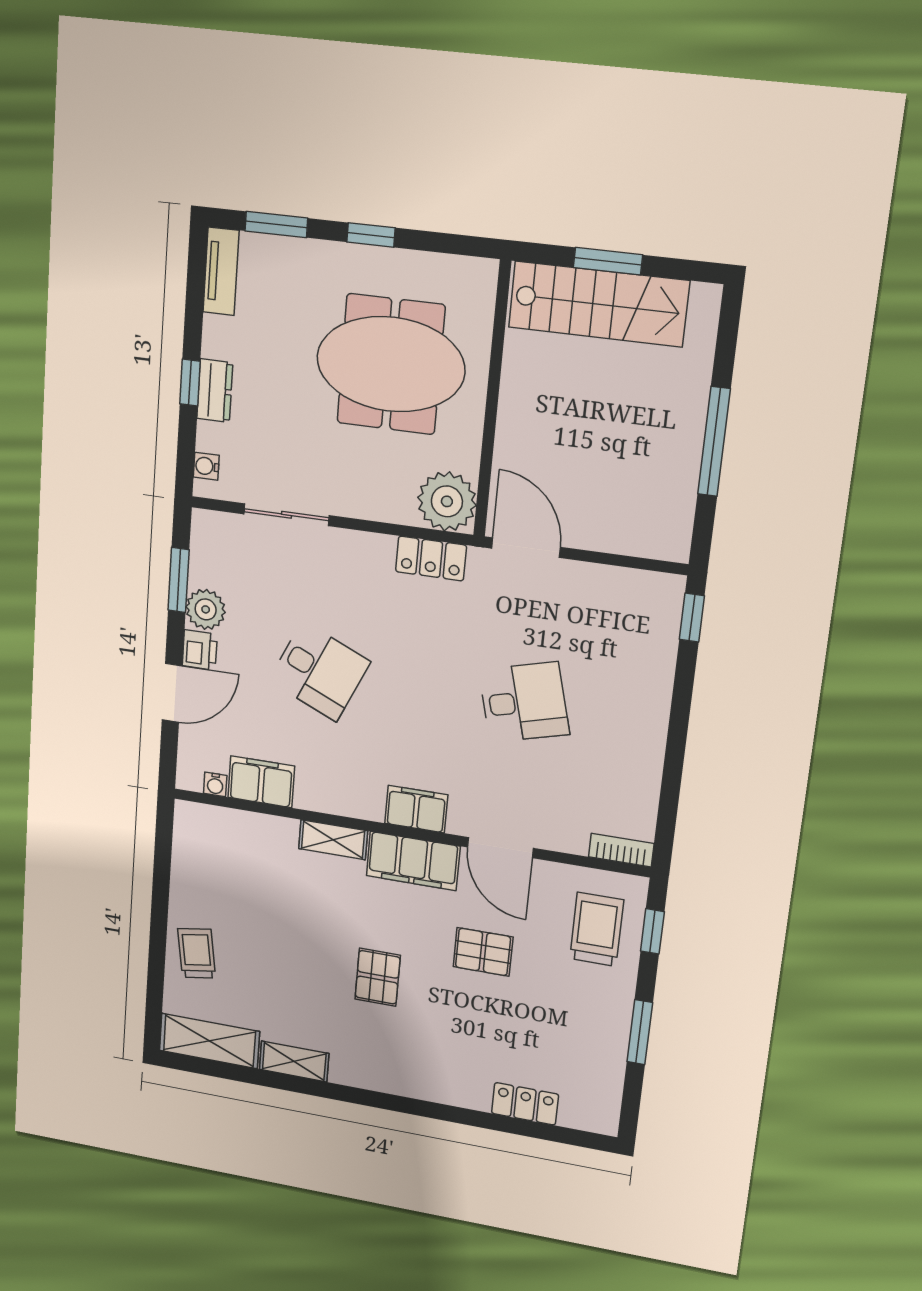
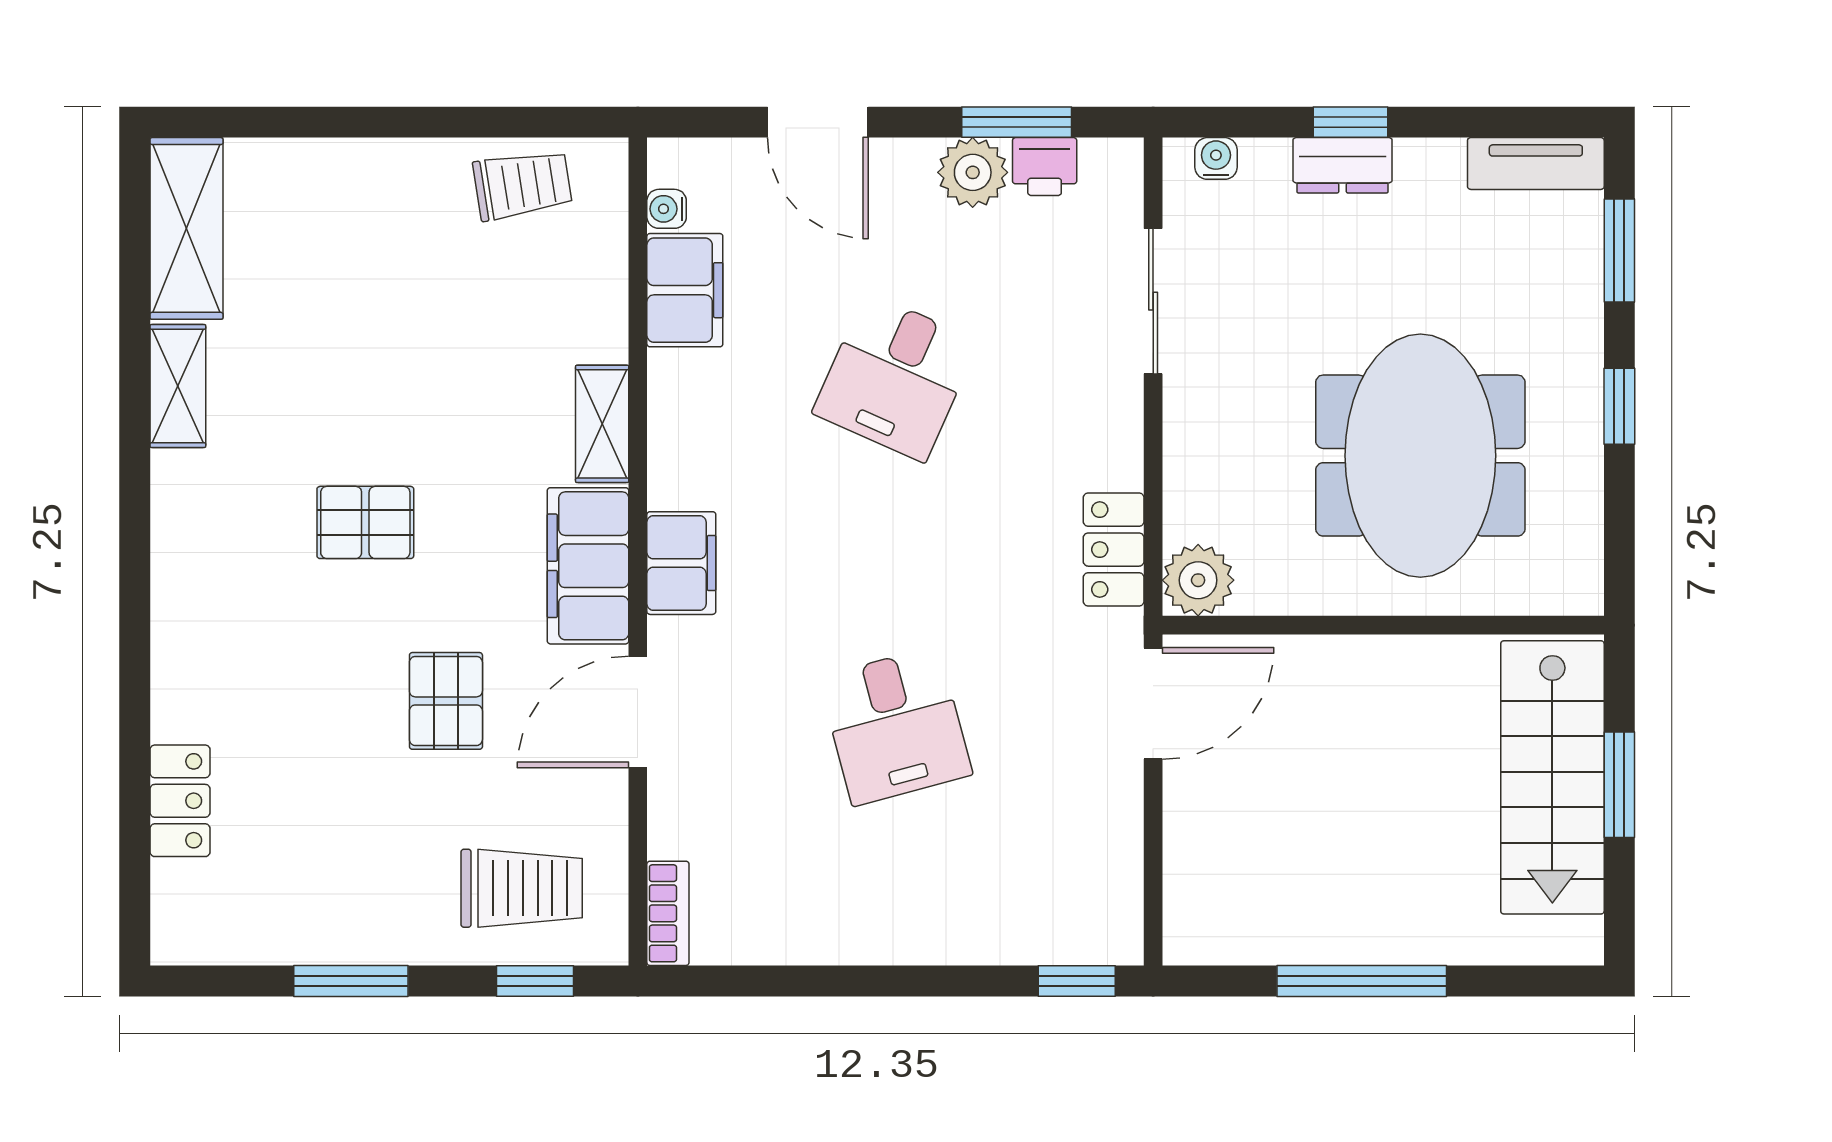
plant: (447, 501) -> (1198, 580), width x0.73, depth x0.73
printer: (200, 650) -> (1045, 167), moved
trolley: (197, 953) -> (522, 185), moved

